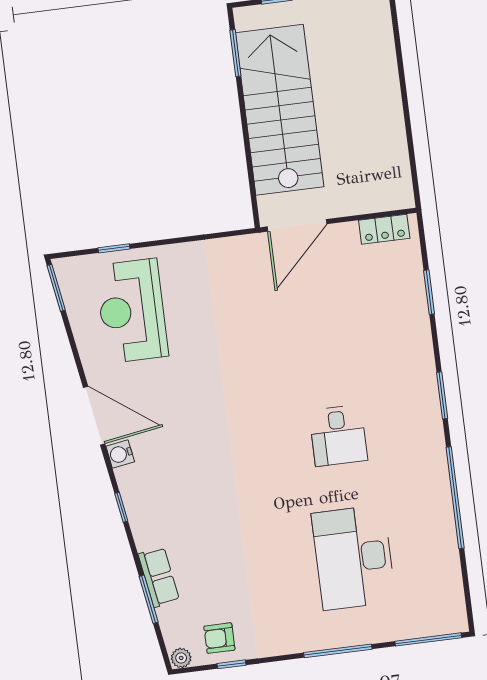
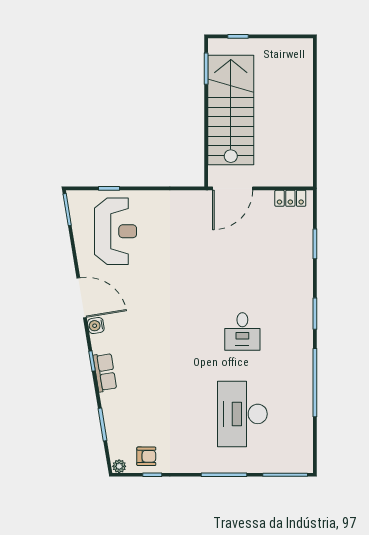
reception desk: (132, 311) -> (116, 231), turned 180
row of seats: (159, 577) -> (105, 372), moved
armchair: (219, 638) -> (146, 456), turned 180

